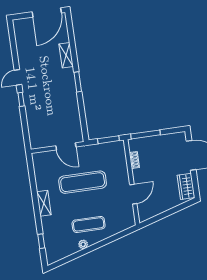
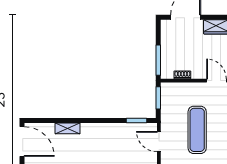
window: (78, 82) -> (136, 120), moved
door: (66, 146) -> (159, 142), swing flipped

